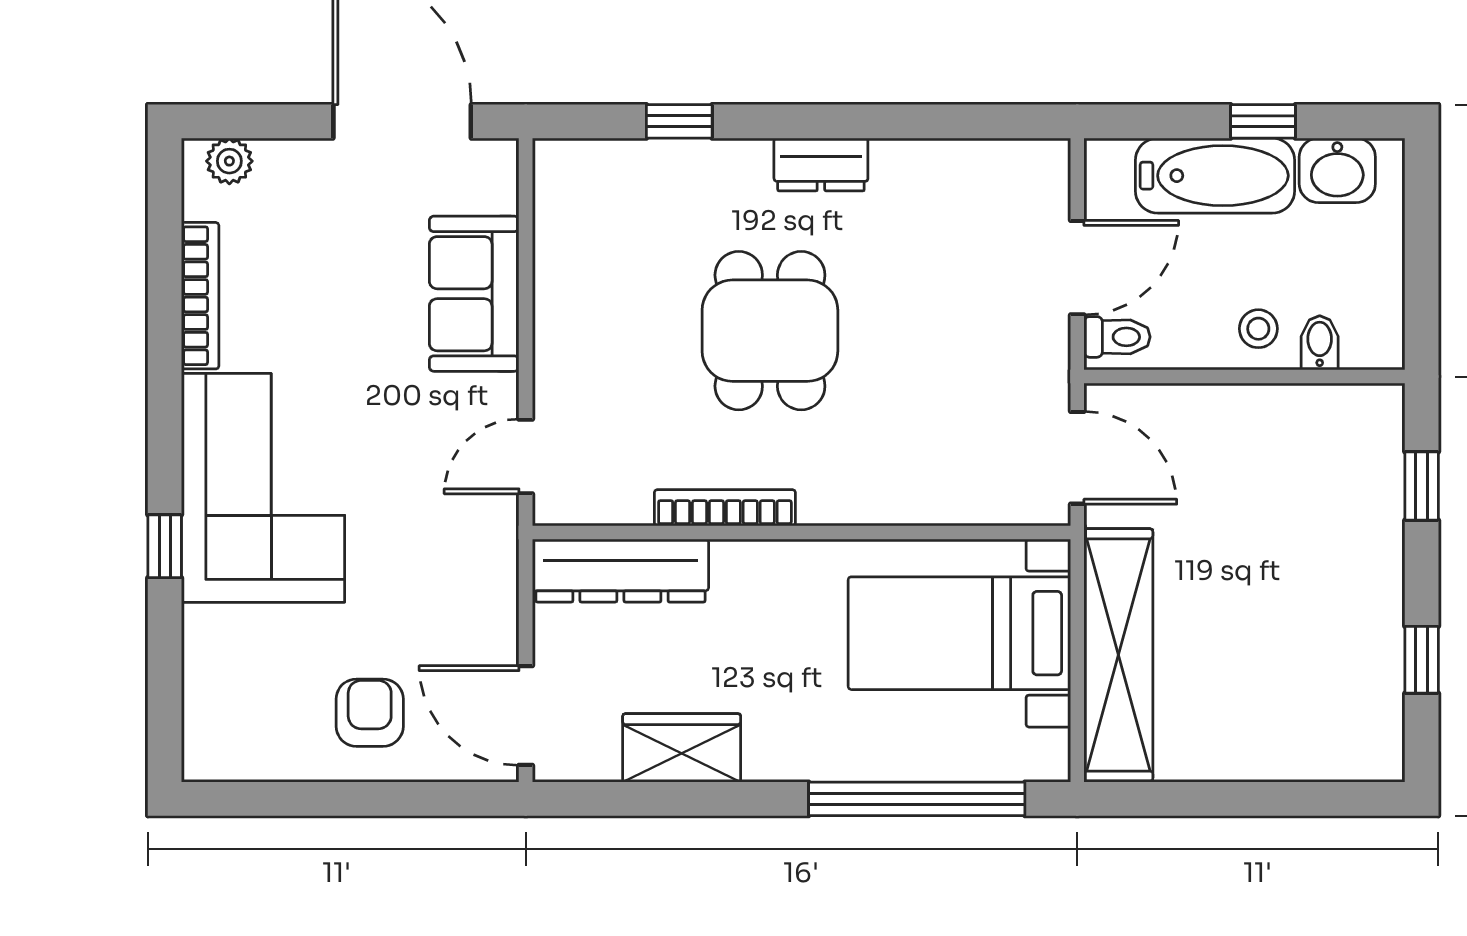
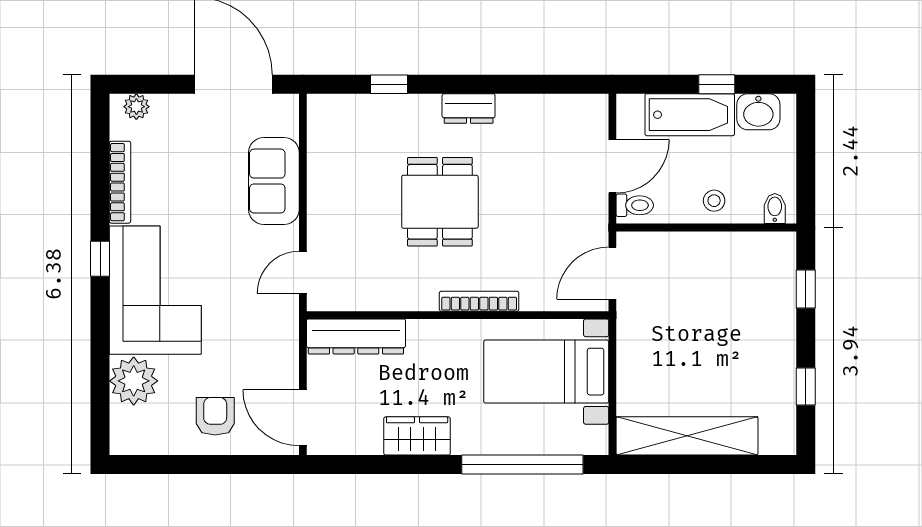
bidet: (1320, 343) -> (775, 209), moved
door: (1077, 458) -> (612, 273), swing flipped
bookcase: (725, 508) -> (479, 301), moved
window: (165, 546) -> (100, 259), moved
plant: (224, 650) -> (134, 381), added
shelving: (1118, 655) -> (687, 436), moved, turned 90
wardrobe: (682, 748) -> (417, 436), moved

